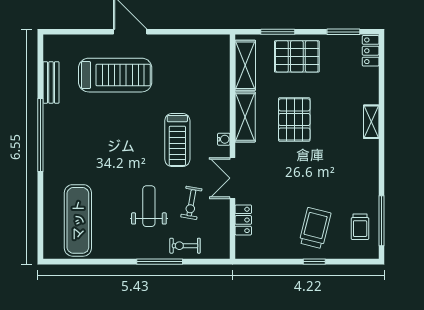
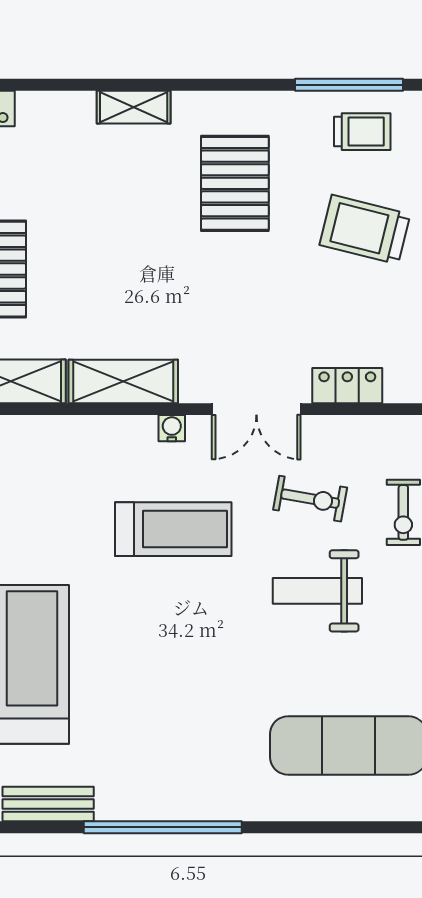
pallet: (294, 119) -> (235, 183), moved, turned 90

